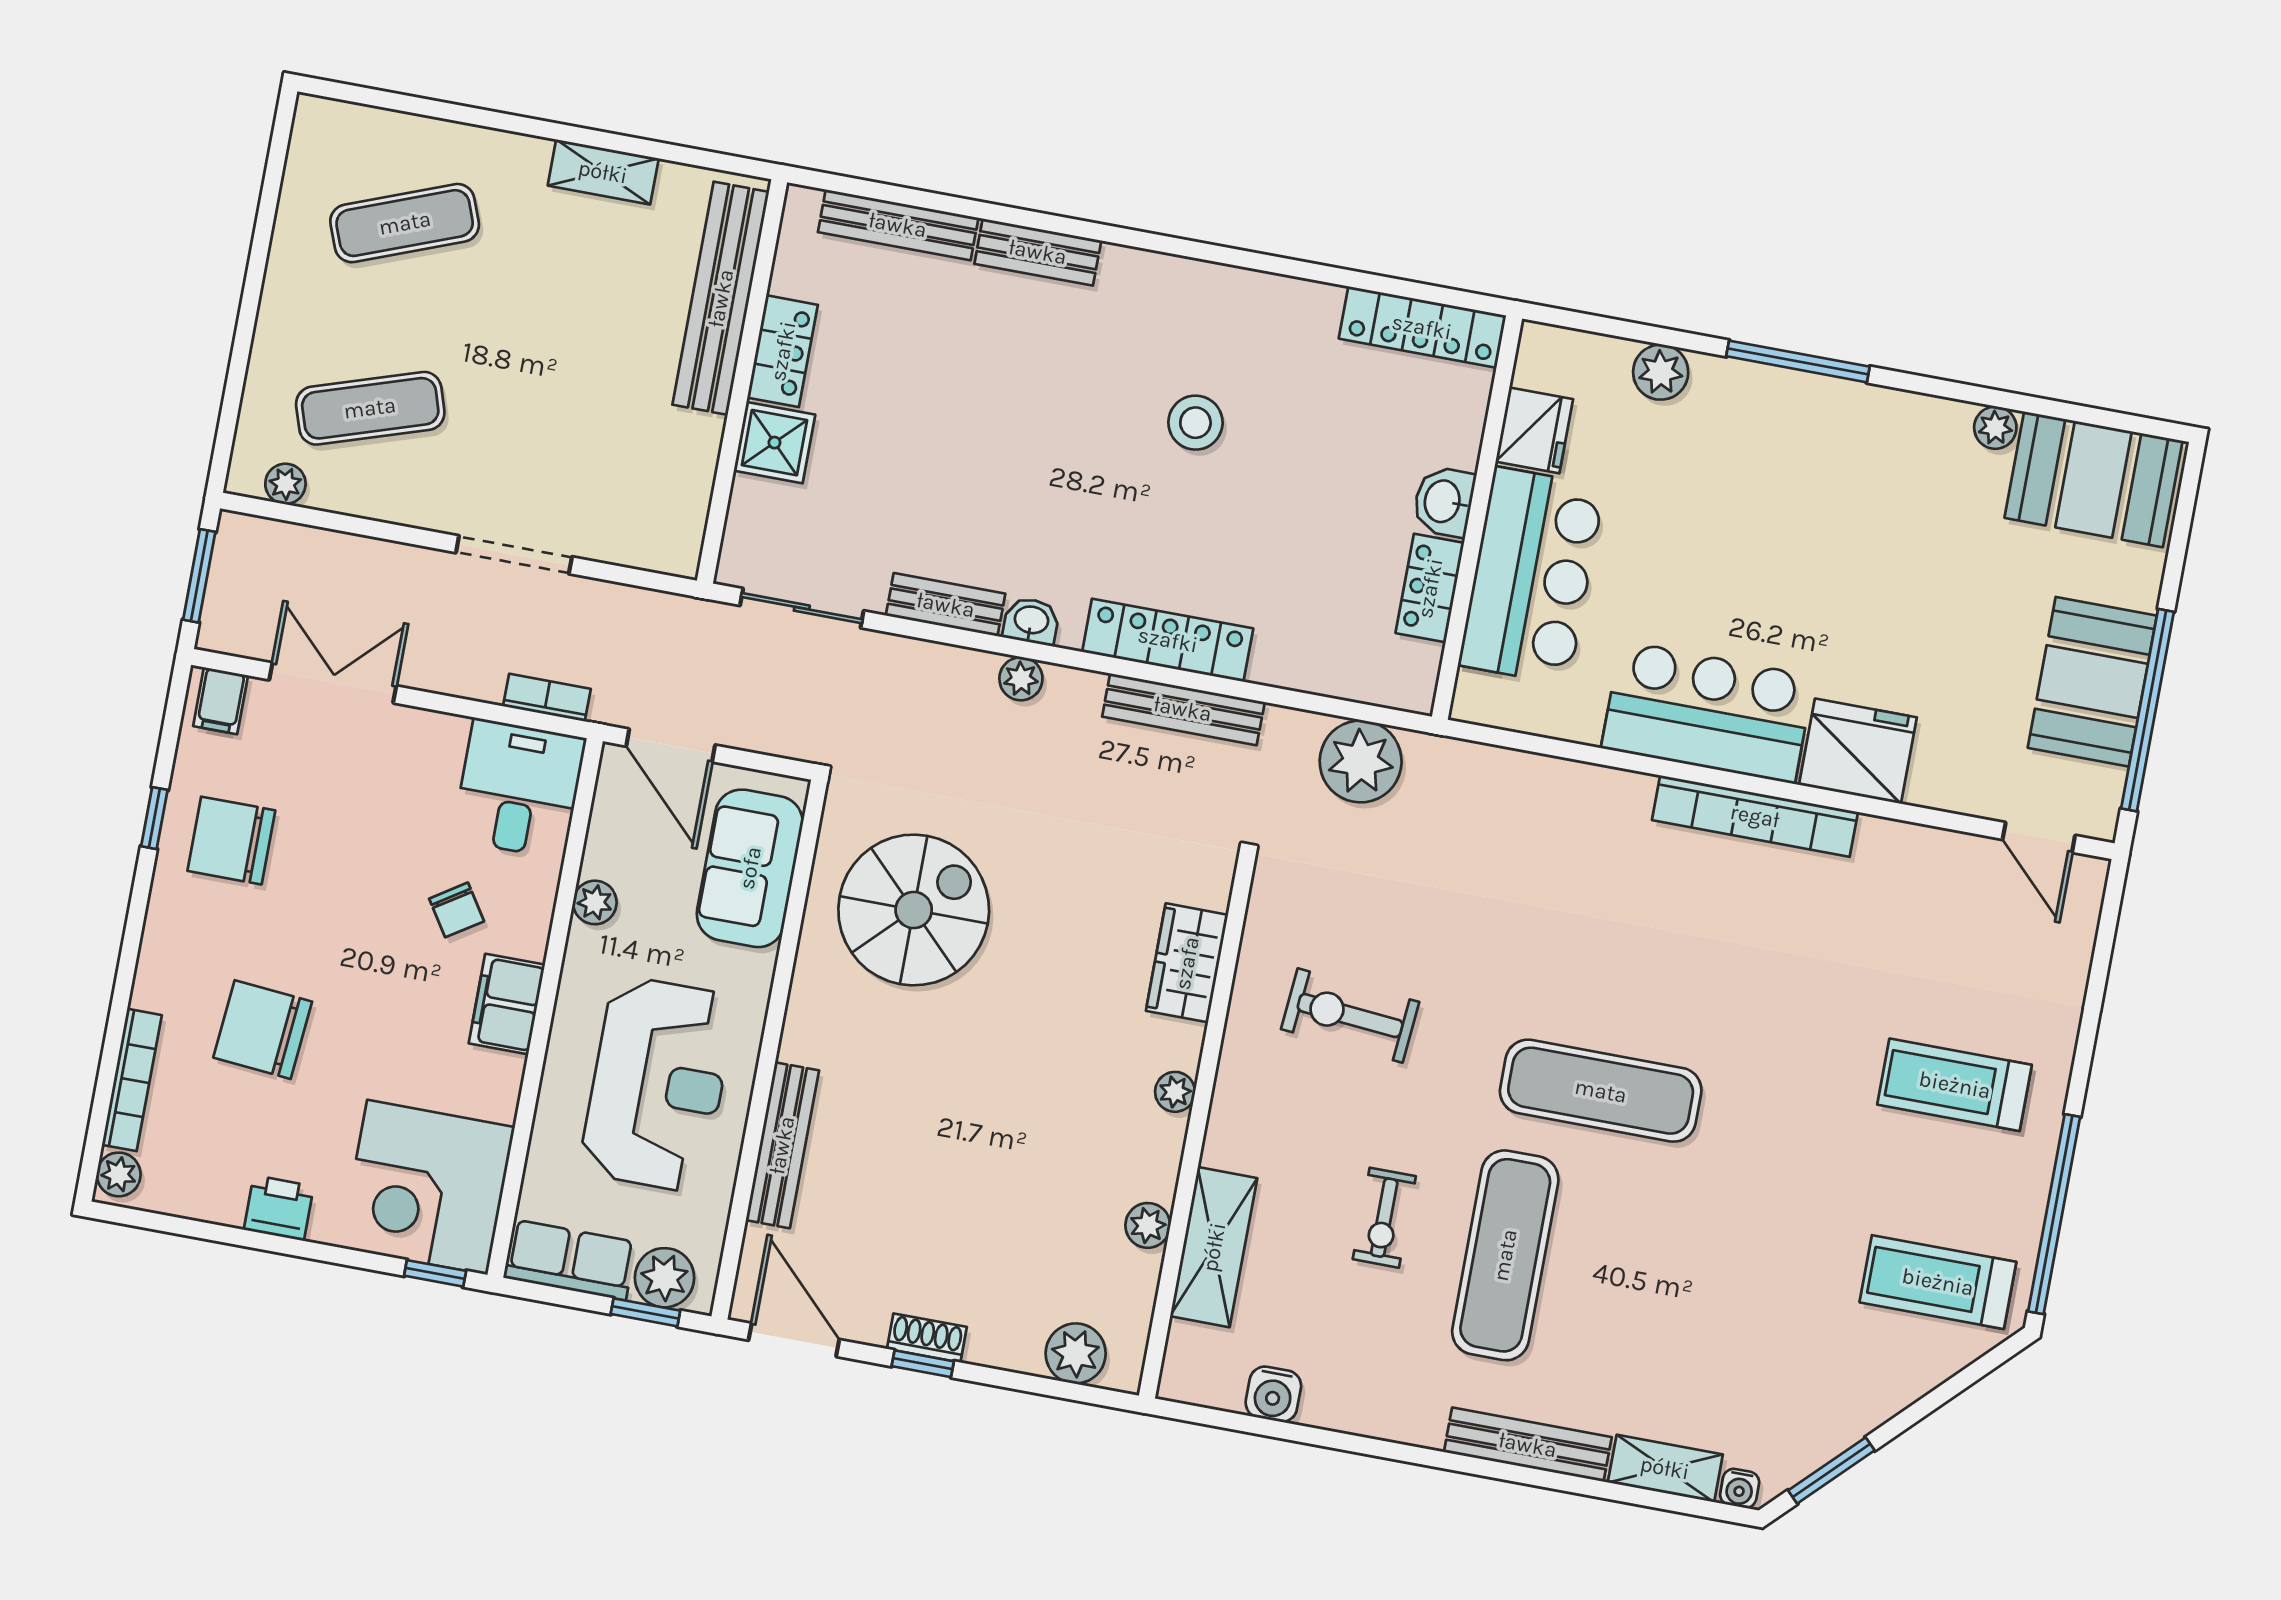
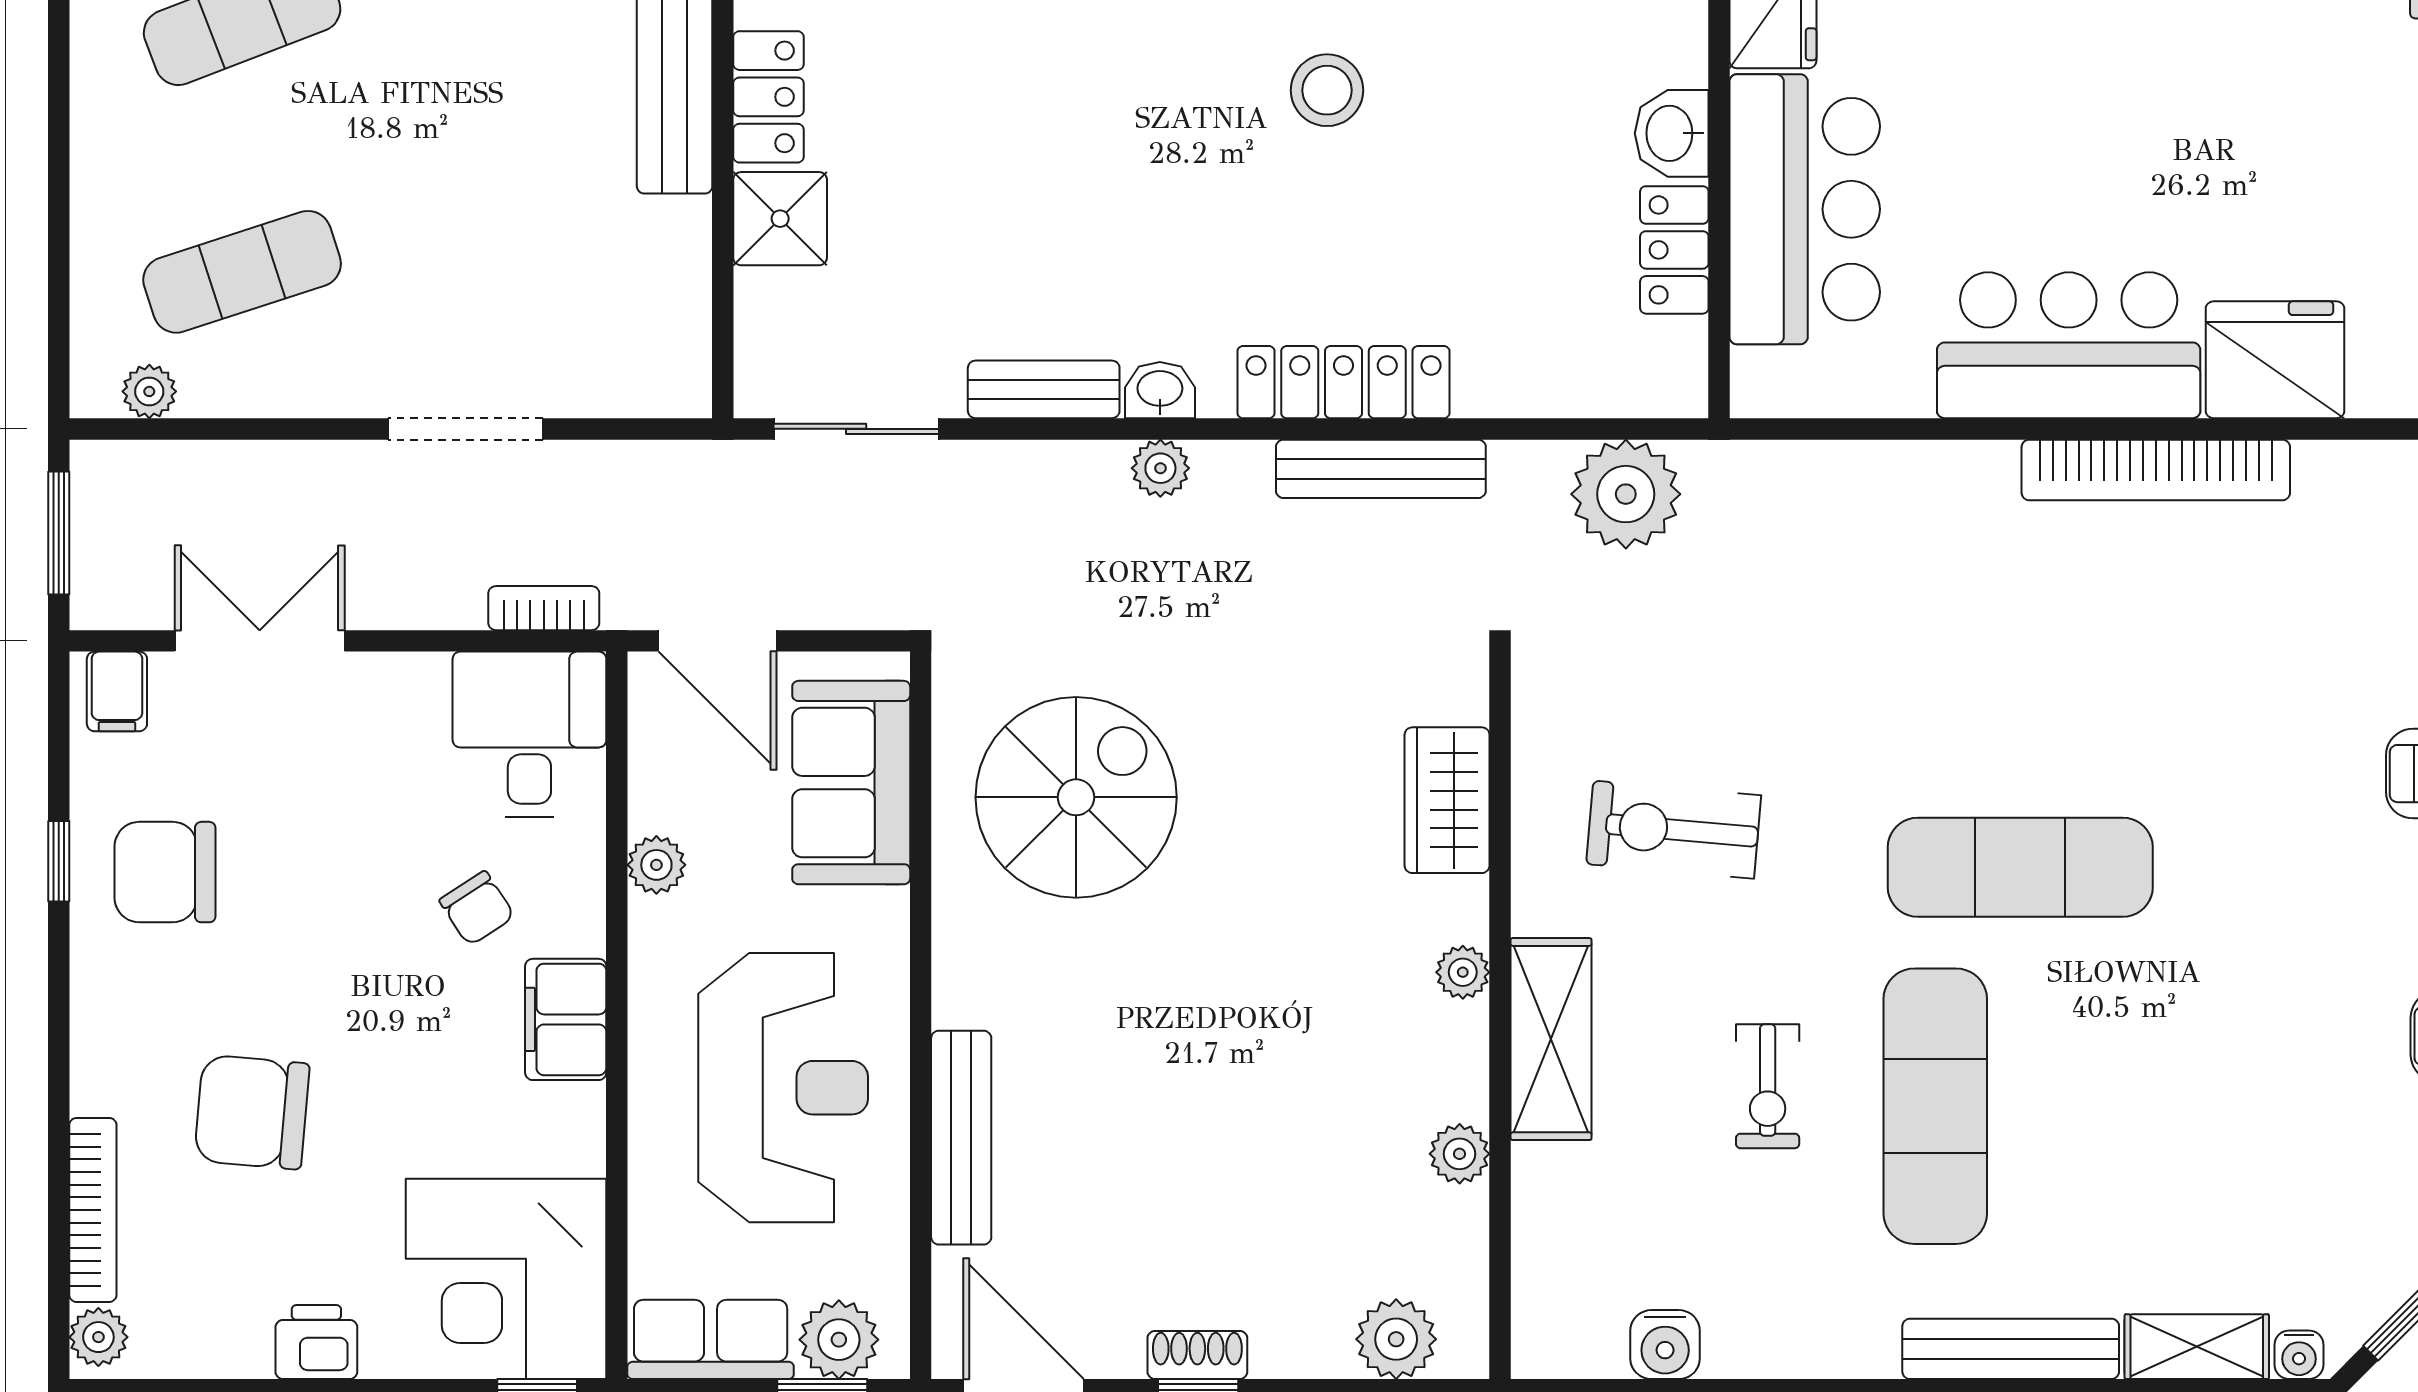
shelving: (1214, 1247) -> (1551, 1039), moved

